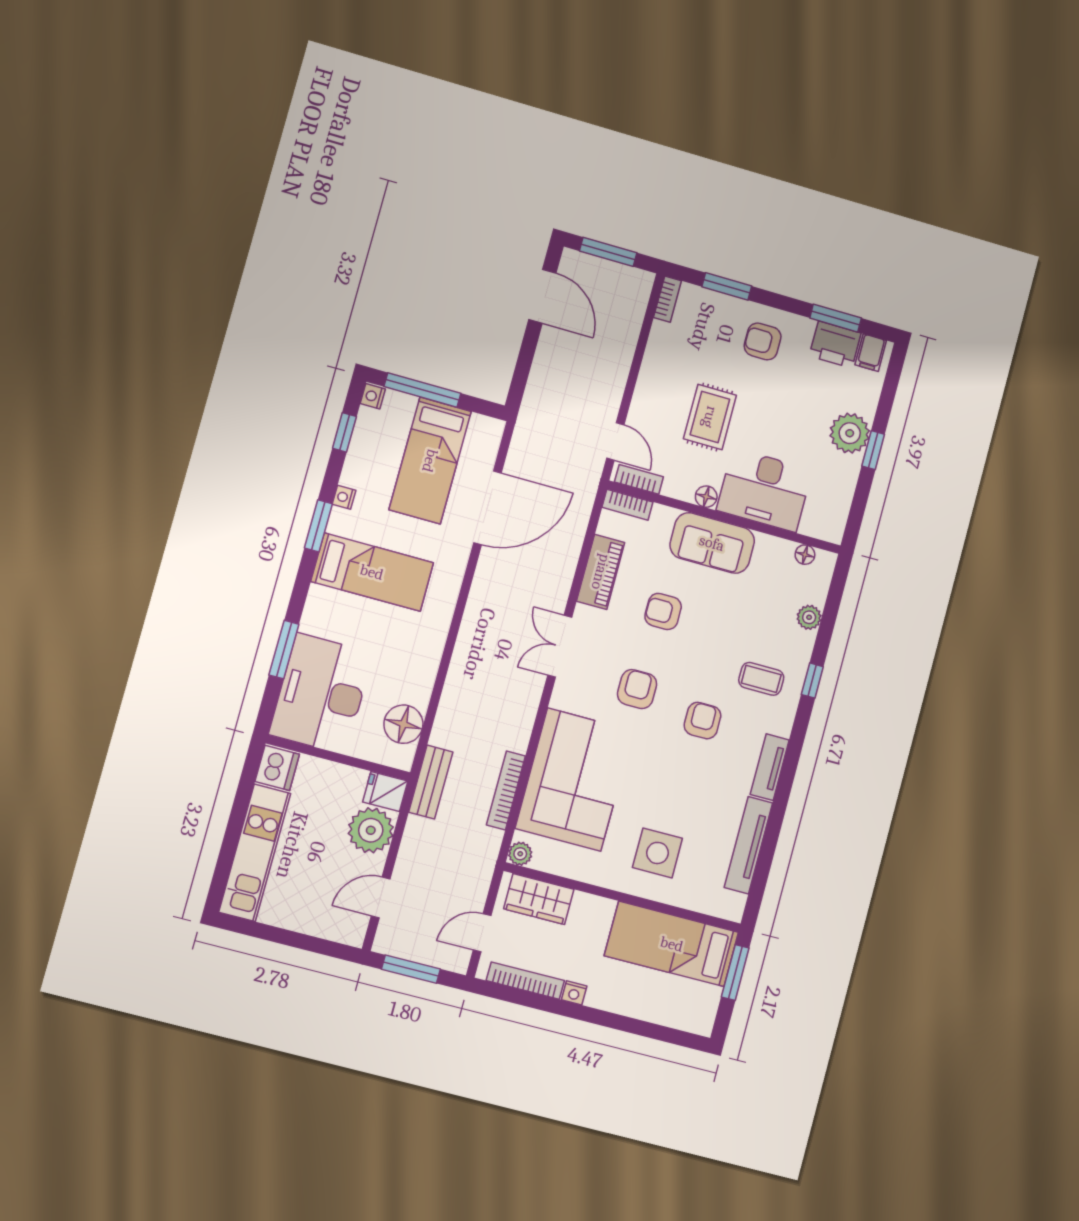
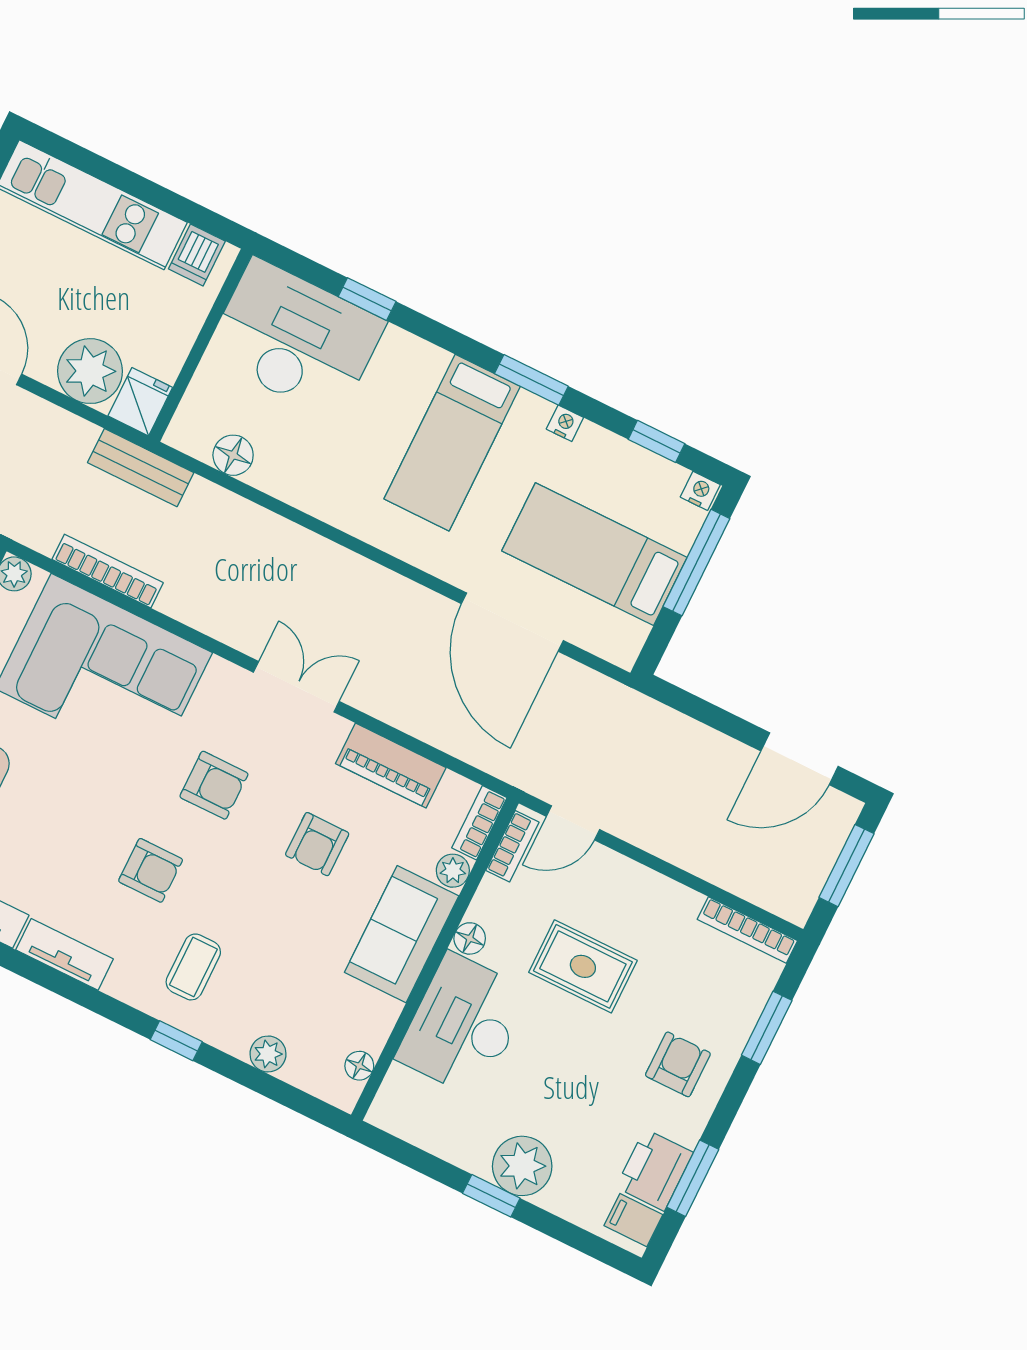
bookcase: (667, 299) -> (747, 930), width x1.56
plant: (663, 516) -> (453, 871), added
armchair: (663, 611) -> (317, 844), turned 180
window: (284, 650) -> (367, 299), width x0.67
floor lamp: (403, 724) -> (233, 455), width x0.73, depth x0.73
dishwasher: (277, 768) -> (197, 255), width x0.73

